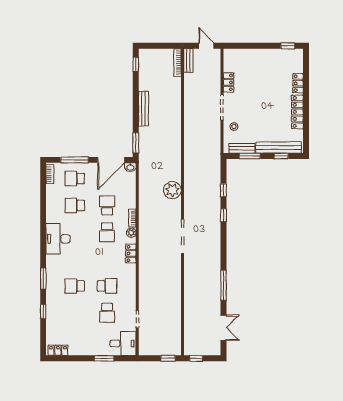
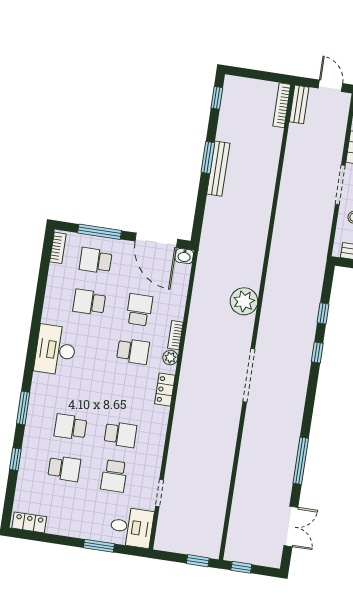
window: (136, 143) -> (208, 158), moved
door: (111, 160) -> (156, 240), hinge flipped
school desk: (107, 232) -> (133, 351), turned -90
school desk: (75, 313) -> (64, 468), added

